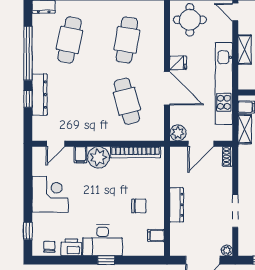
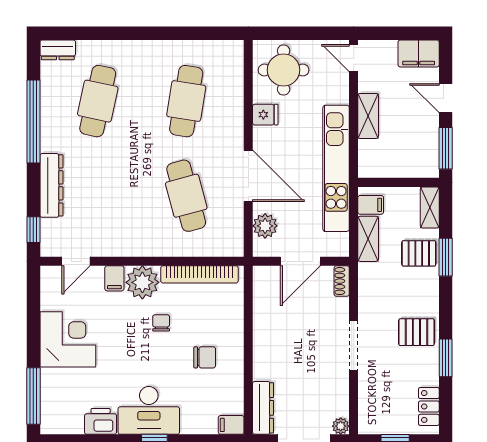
fridge: (178, 63) -> (265, 115), moved
window: (28, 99) -> (33, 230), moved
plant: (178, 133) -> (265, 226), moved
dresser: (177, 205) -> (263, 408), moved
doorway: (235, 211) -> (354, 346), moved
window: (28, 231) -> (33, 396), width x2.17
filing cabinet: (156, 236) -> (231, 425), moved
chair: (49, 247) -> (161, 323), moved

